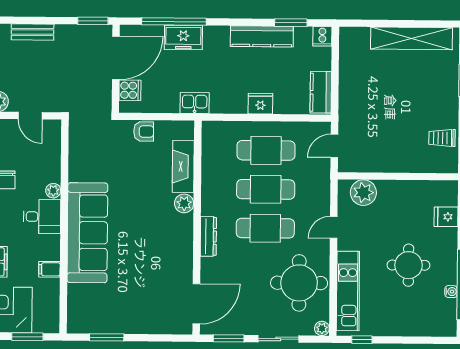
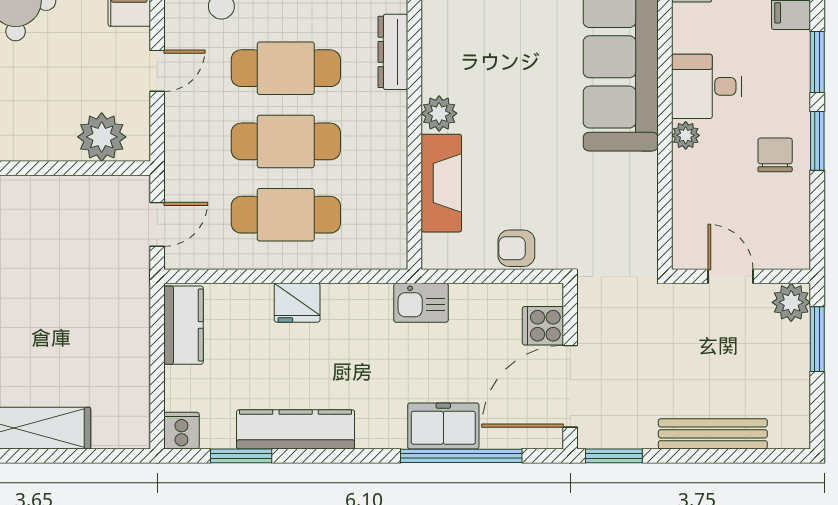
bench: (33, 32) -> (713, 434), width x1.36

